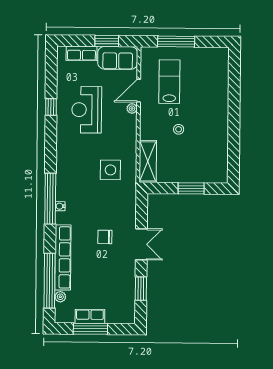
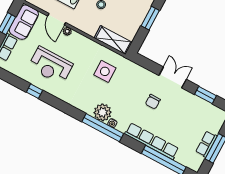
plant: (60, 297) -> (103, 112), moved, width x1.87, depth x1.87

